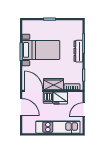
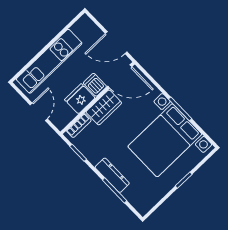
bed with nightstands: (41, 50) -> (165, 140), width x1.36

